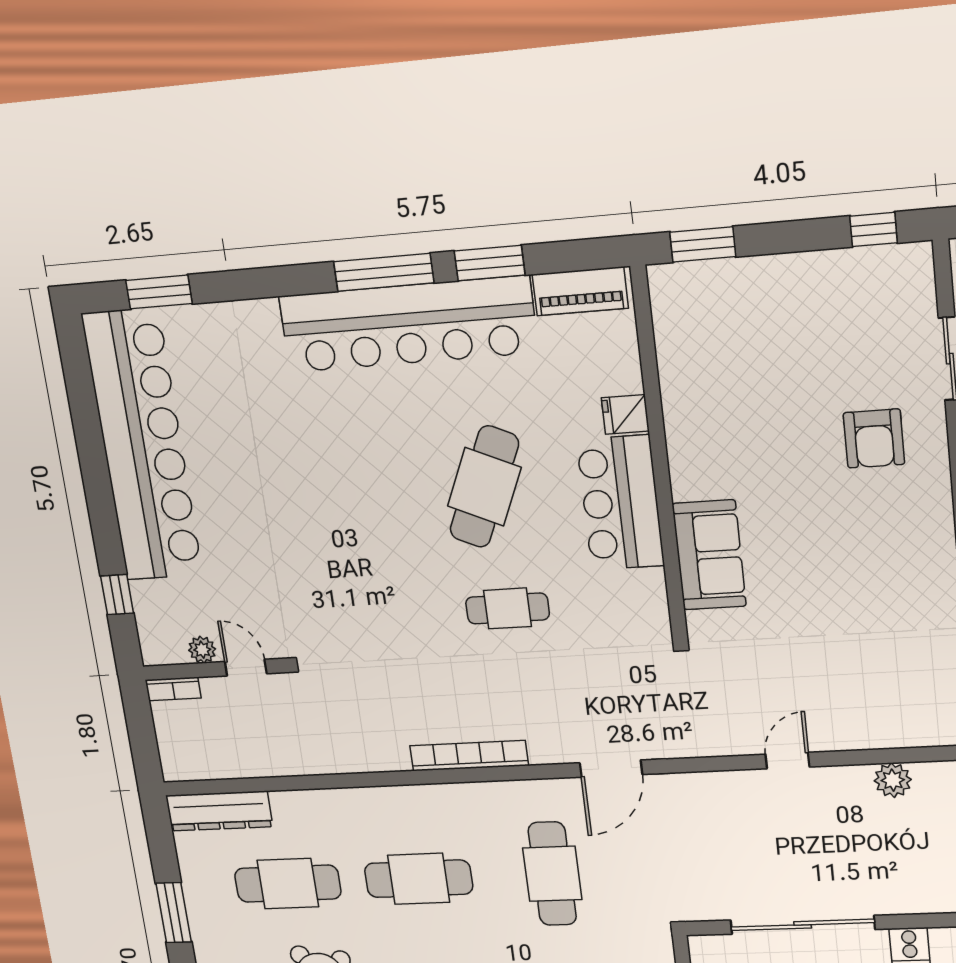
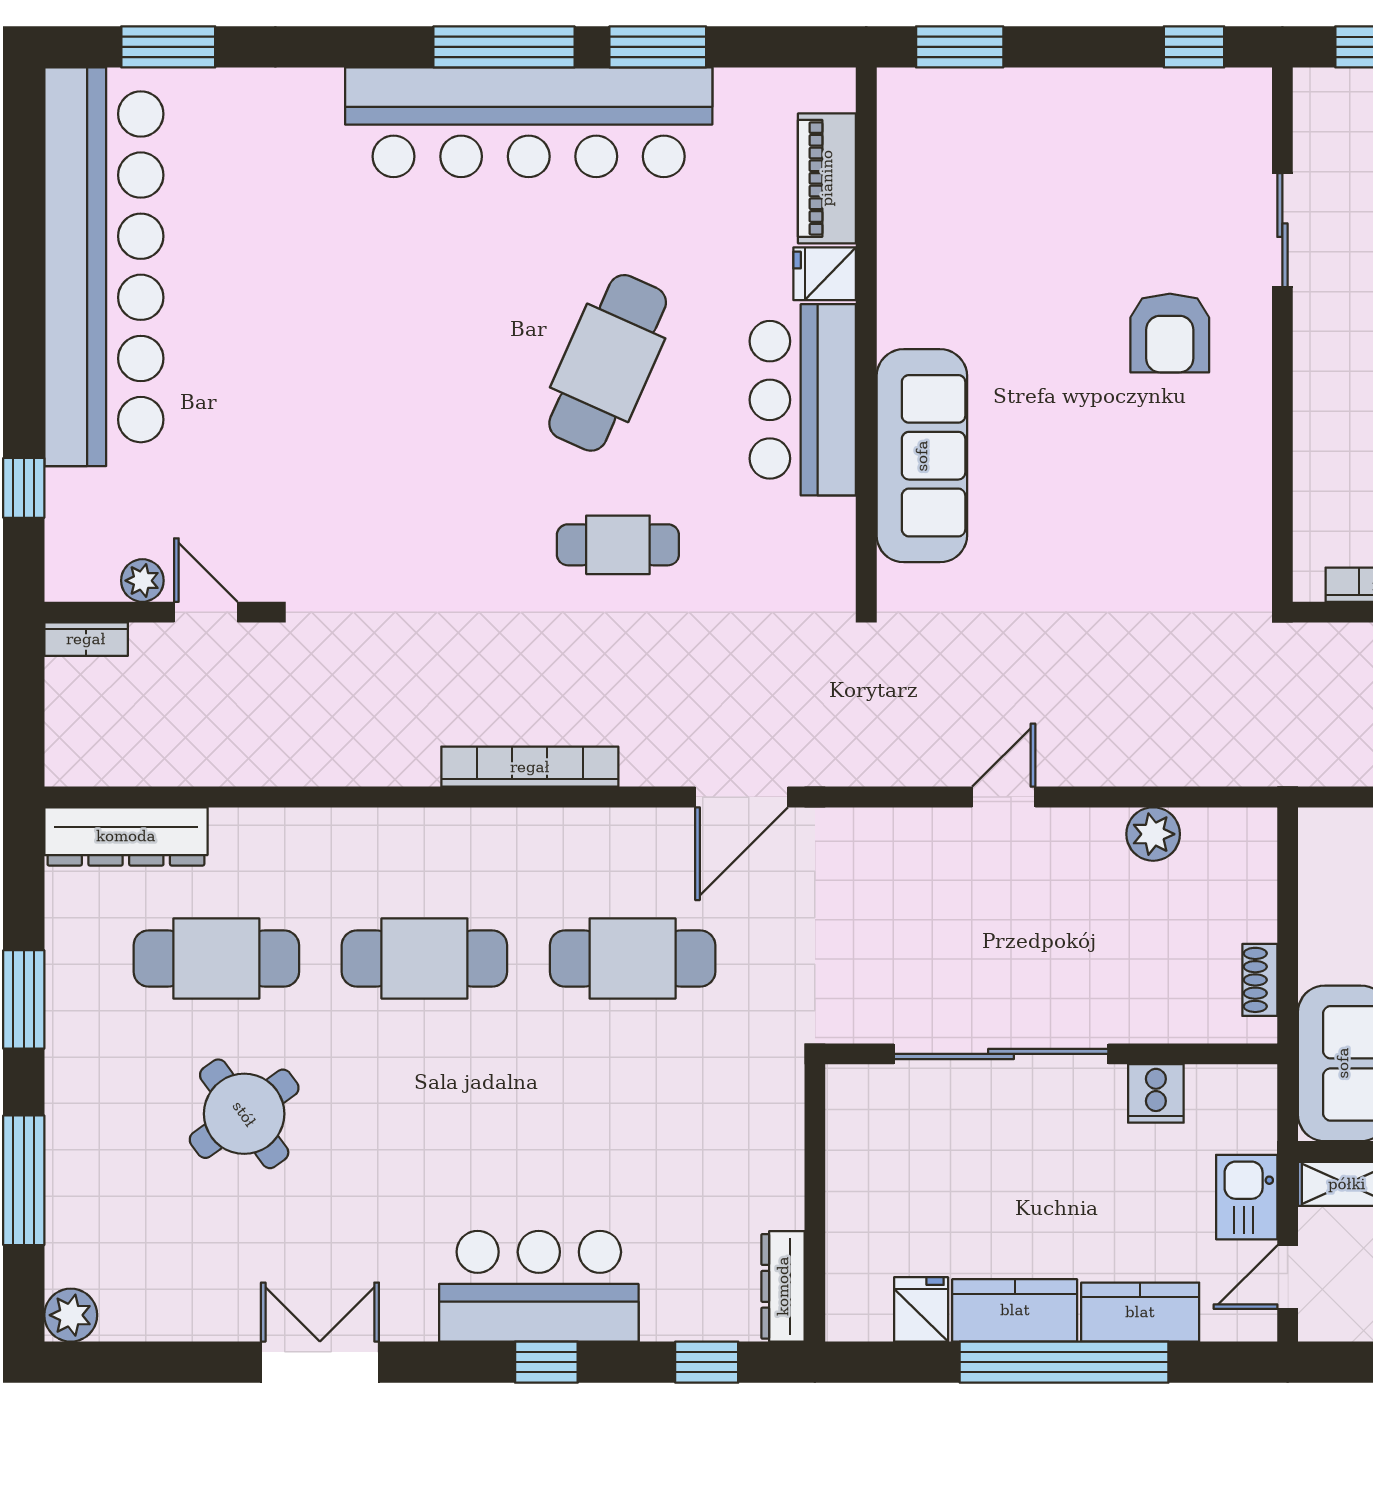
piano: (580, 291) -> (827, 178), moved, turned 90
sofa: (709, 555) -> (922, 456), width x1.36
cafe table: (552, 874) -> (633, 959), turned 90

